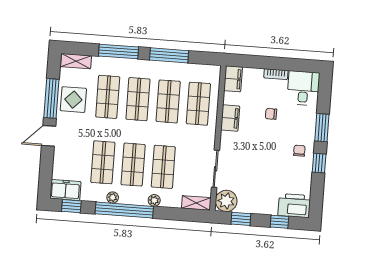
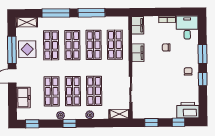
freezer: (65, 190) -> (23, 98), moved, turned 90
plant: (226, 201) -> (140, 111), removed
window: (124, 210) -> (69, 123), width x0.32

